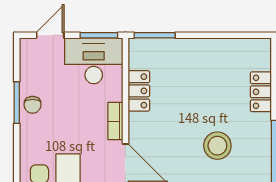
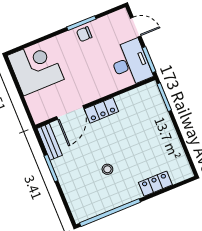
locker: (139, 91) -> (101, 110), moved
bookcase: (115, 121) -> (96, 94), removed
stool: (217, 146) -> (107, 169), width x0.53, depth x0.53

